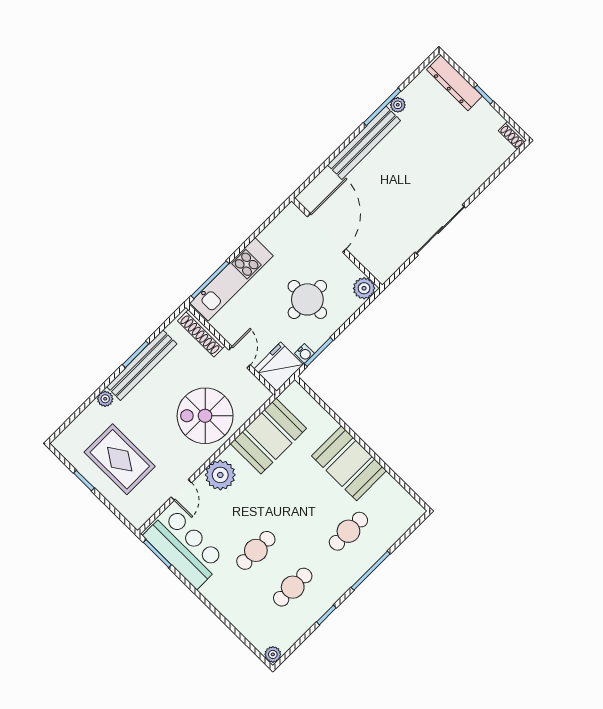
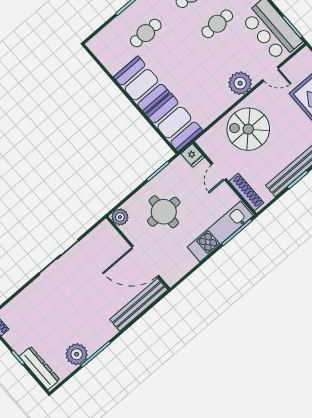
plant: (398, 105) -> (77, 354), width x1.88, depth x1.88
bench: (364, 143) -> (139, 305), moved
door: (327, 233) -> (145, 261), hinge flipped
water cooler: (304, 353) -> (169, 171), removed
fridge: (279, 367) -> (193, 155), width x0.53, depth x0.75
spiral stairs: (205, 416) -> (248, 129), turned 180
booth: (268, 436) -> (174, 122), moved, turned 90
door: (181, 490) -> (271, 74), swing flipped

